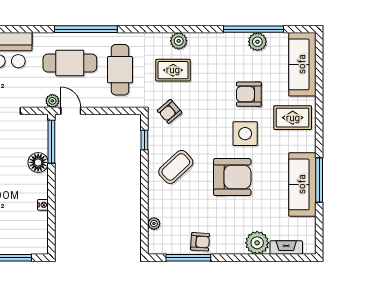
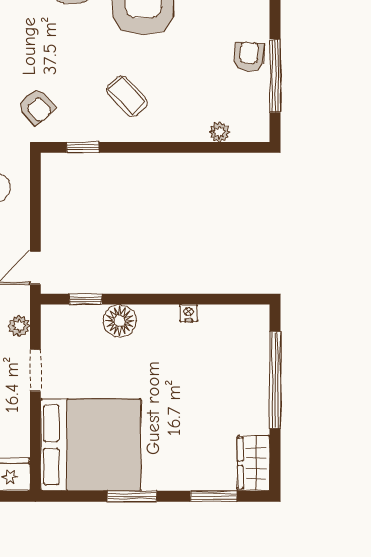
plant: (52, 101) -> (19, 326), moved
window: (51, 142) -> (86, 299), width x0.46
coffee table: (176, 167) -> (127, 96), width x0.73, depth x0.77

